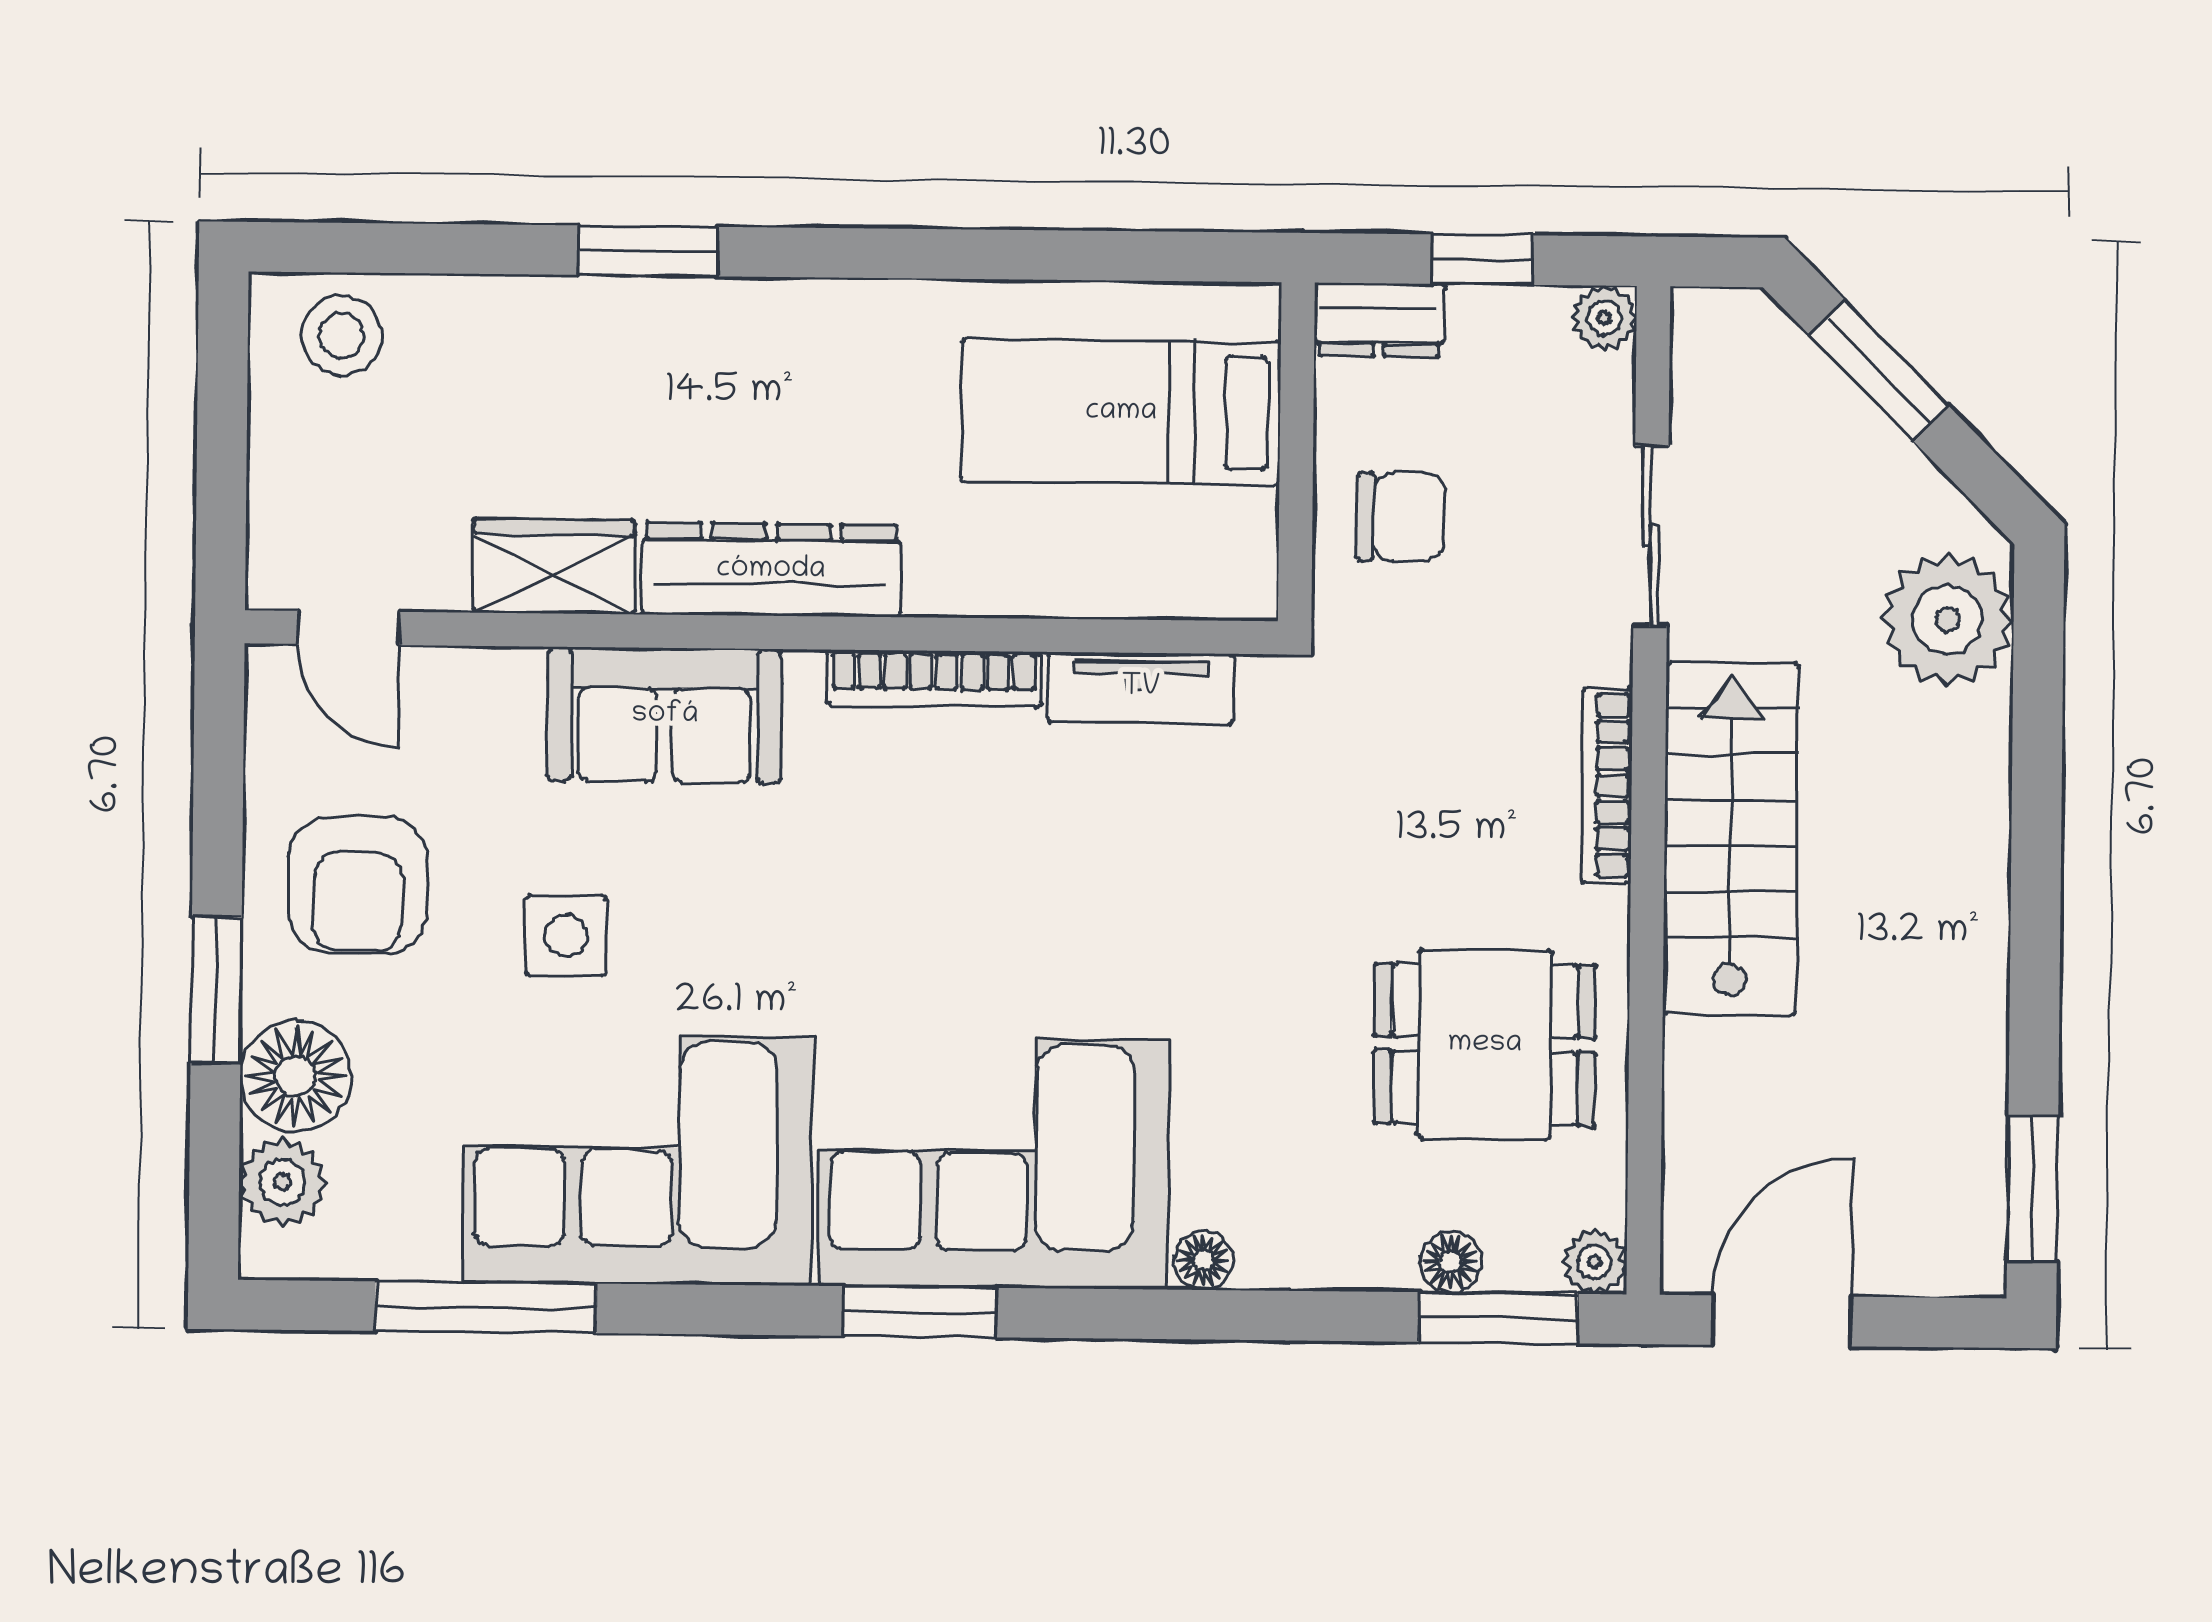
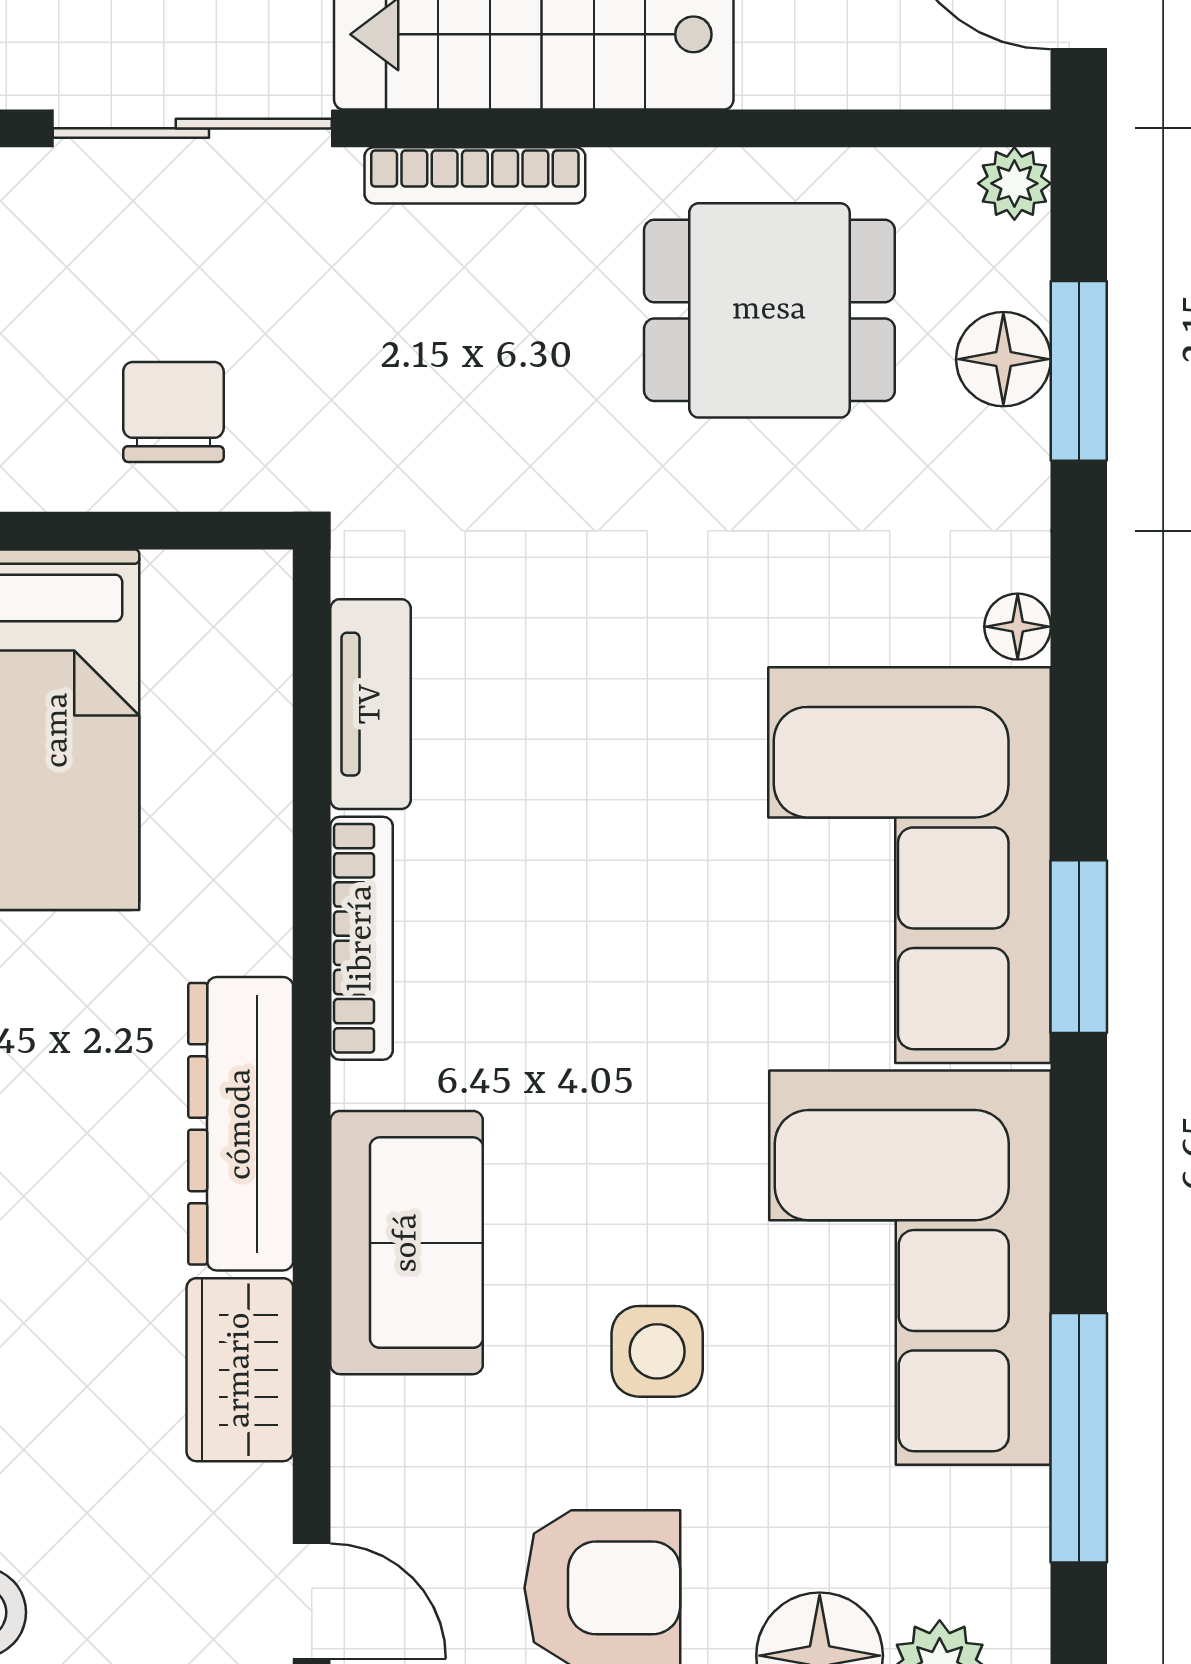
sliding door: (1651, 536) -> (192, 128), width x1.37
door: (349, 628) -> (312, 1601), hinge flipped
dining table: (1485, 1044) -> (769, 310), turned 90
floor lamp: (1451, 1262) -> (1003, 359), width x1.37, depth x1.37
window: (1498, 1318) -> (1079, 371), moved

